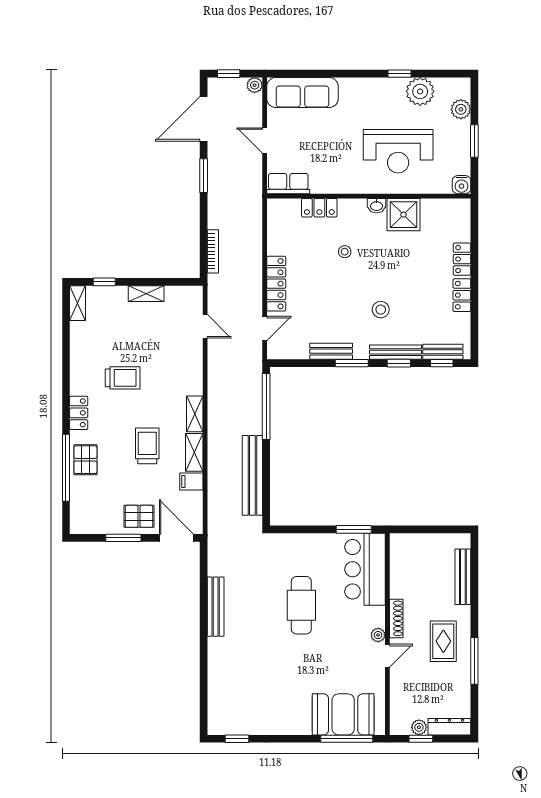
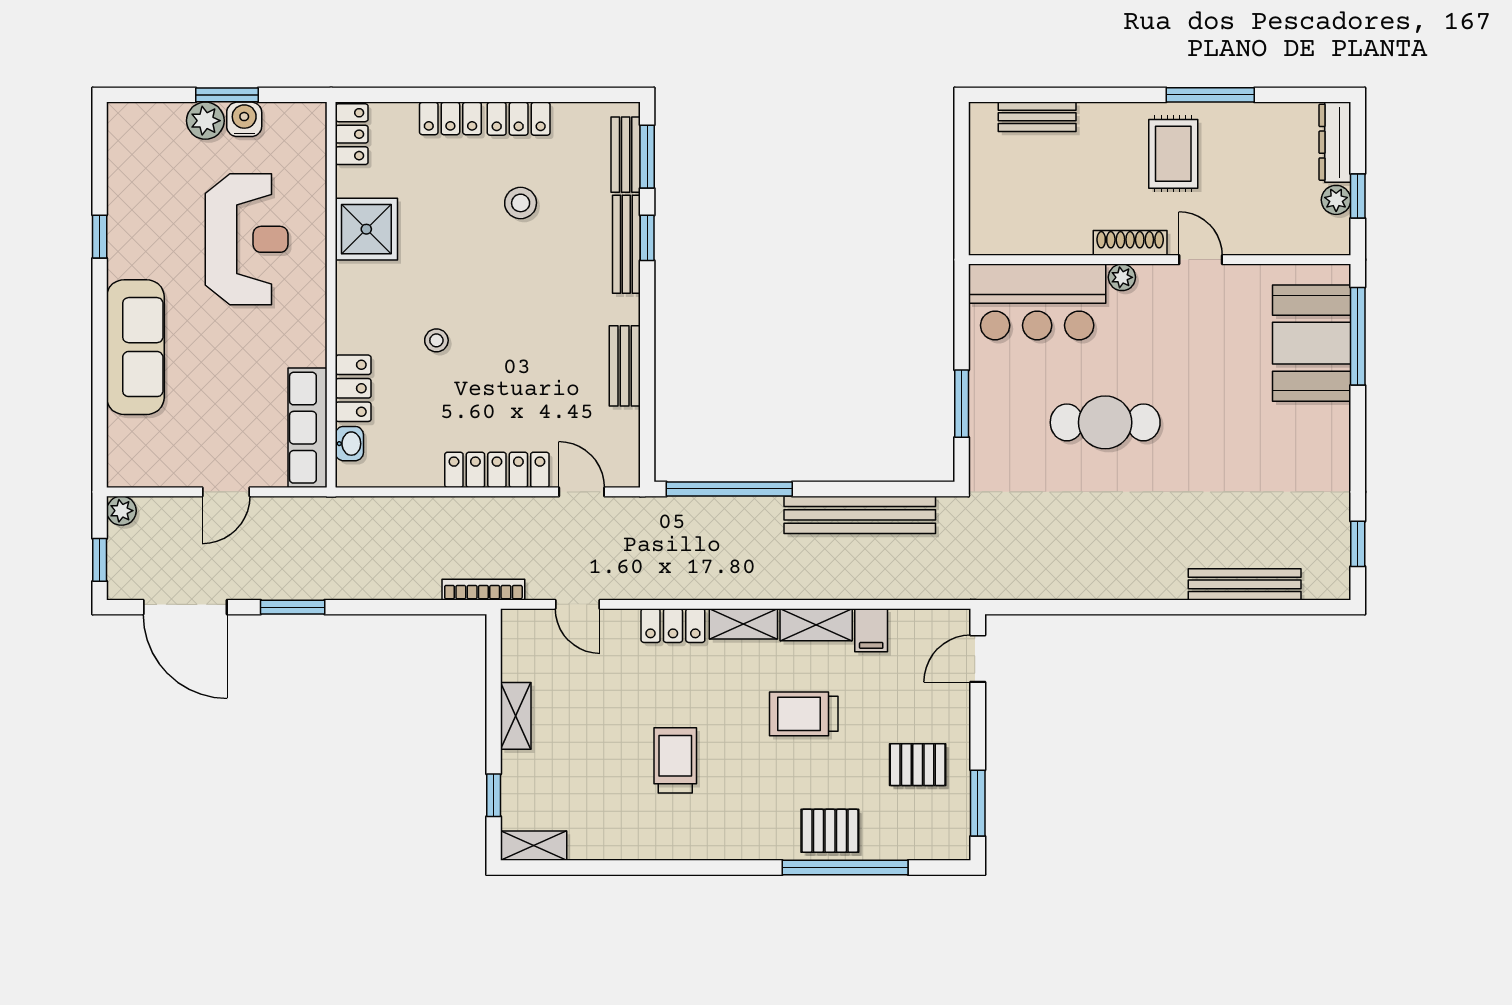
plant: (420, 91) -> (133, 198), removed
sofa: (302, 93) -> (135, 347), moved
plant: (461, 109) -> (205, 121), moved
row of seats: (288, 184) -> (308, 428), width x1.48
water cooler: (462, 185) -> (244, 119), moved, turned -90
washbasin: (376, 206) -> (349, 444), moved
locker: (454, 207) -> (352, 134), added
bookcase: (213, 251) -> (483, 590), moved
stool: (381, 310) -> (521, 203), moved
door: (205, 326) -> (577, 604), swing flipped
window: (352, 363) -> (647, 327), removed
window: (442, 363) -> (647, 157), width x1.50
locker: (79, 413) -> (673, 626), moved, turned 180
pallet: (139, 516) -> (918, 765), moved, turned 90
window: (354, 529) -> (962, 404), moved
window: (123, 538) -> (978, 803), moved
door: (176, 538) -> (978, 659), width x0.73
bench: (463, 577) -> (1037, 117), width x0.73
bench: (216, 607) -> (1245, 584), moved
plant: (378, 635) -> (1122, 277), moved
rug: (443, 641) -> (1173, 154), turned 90

